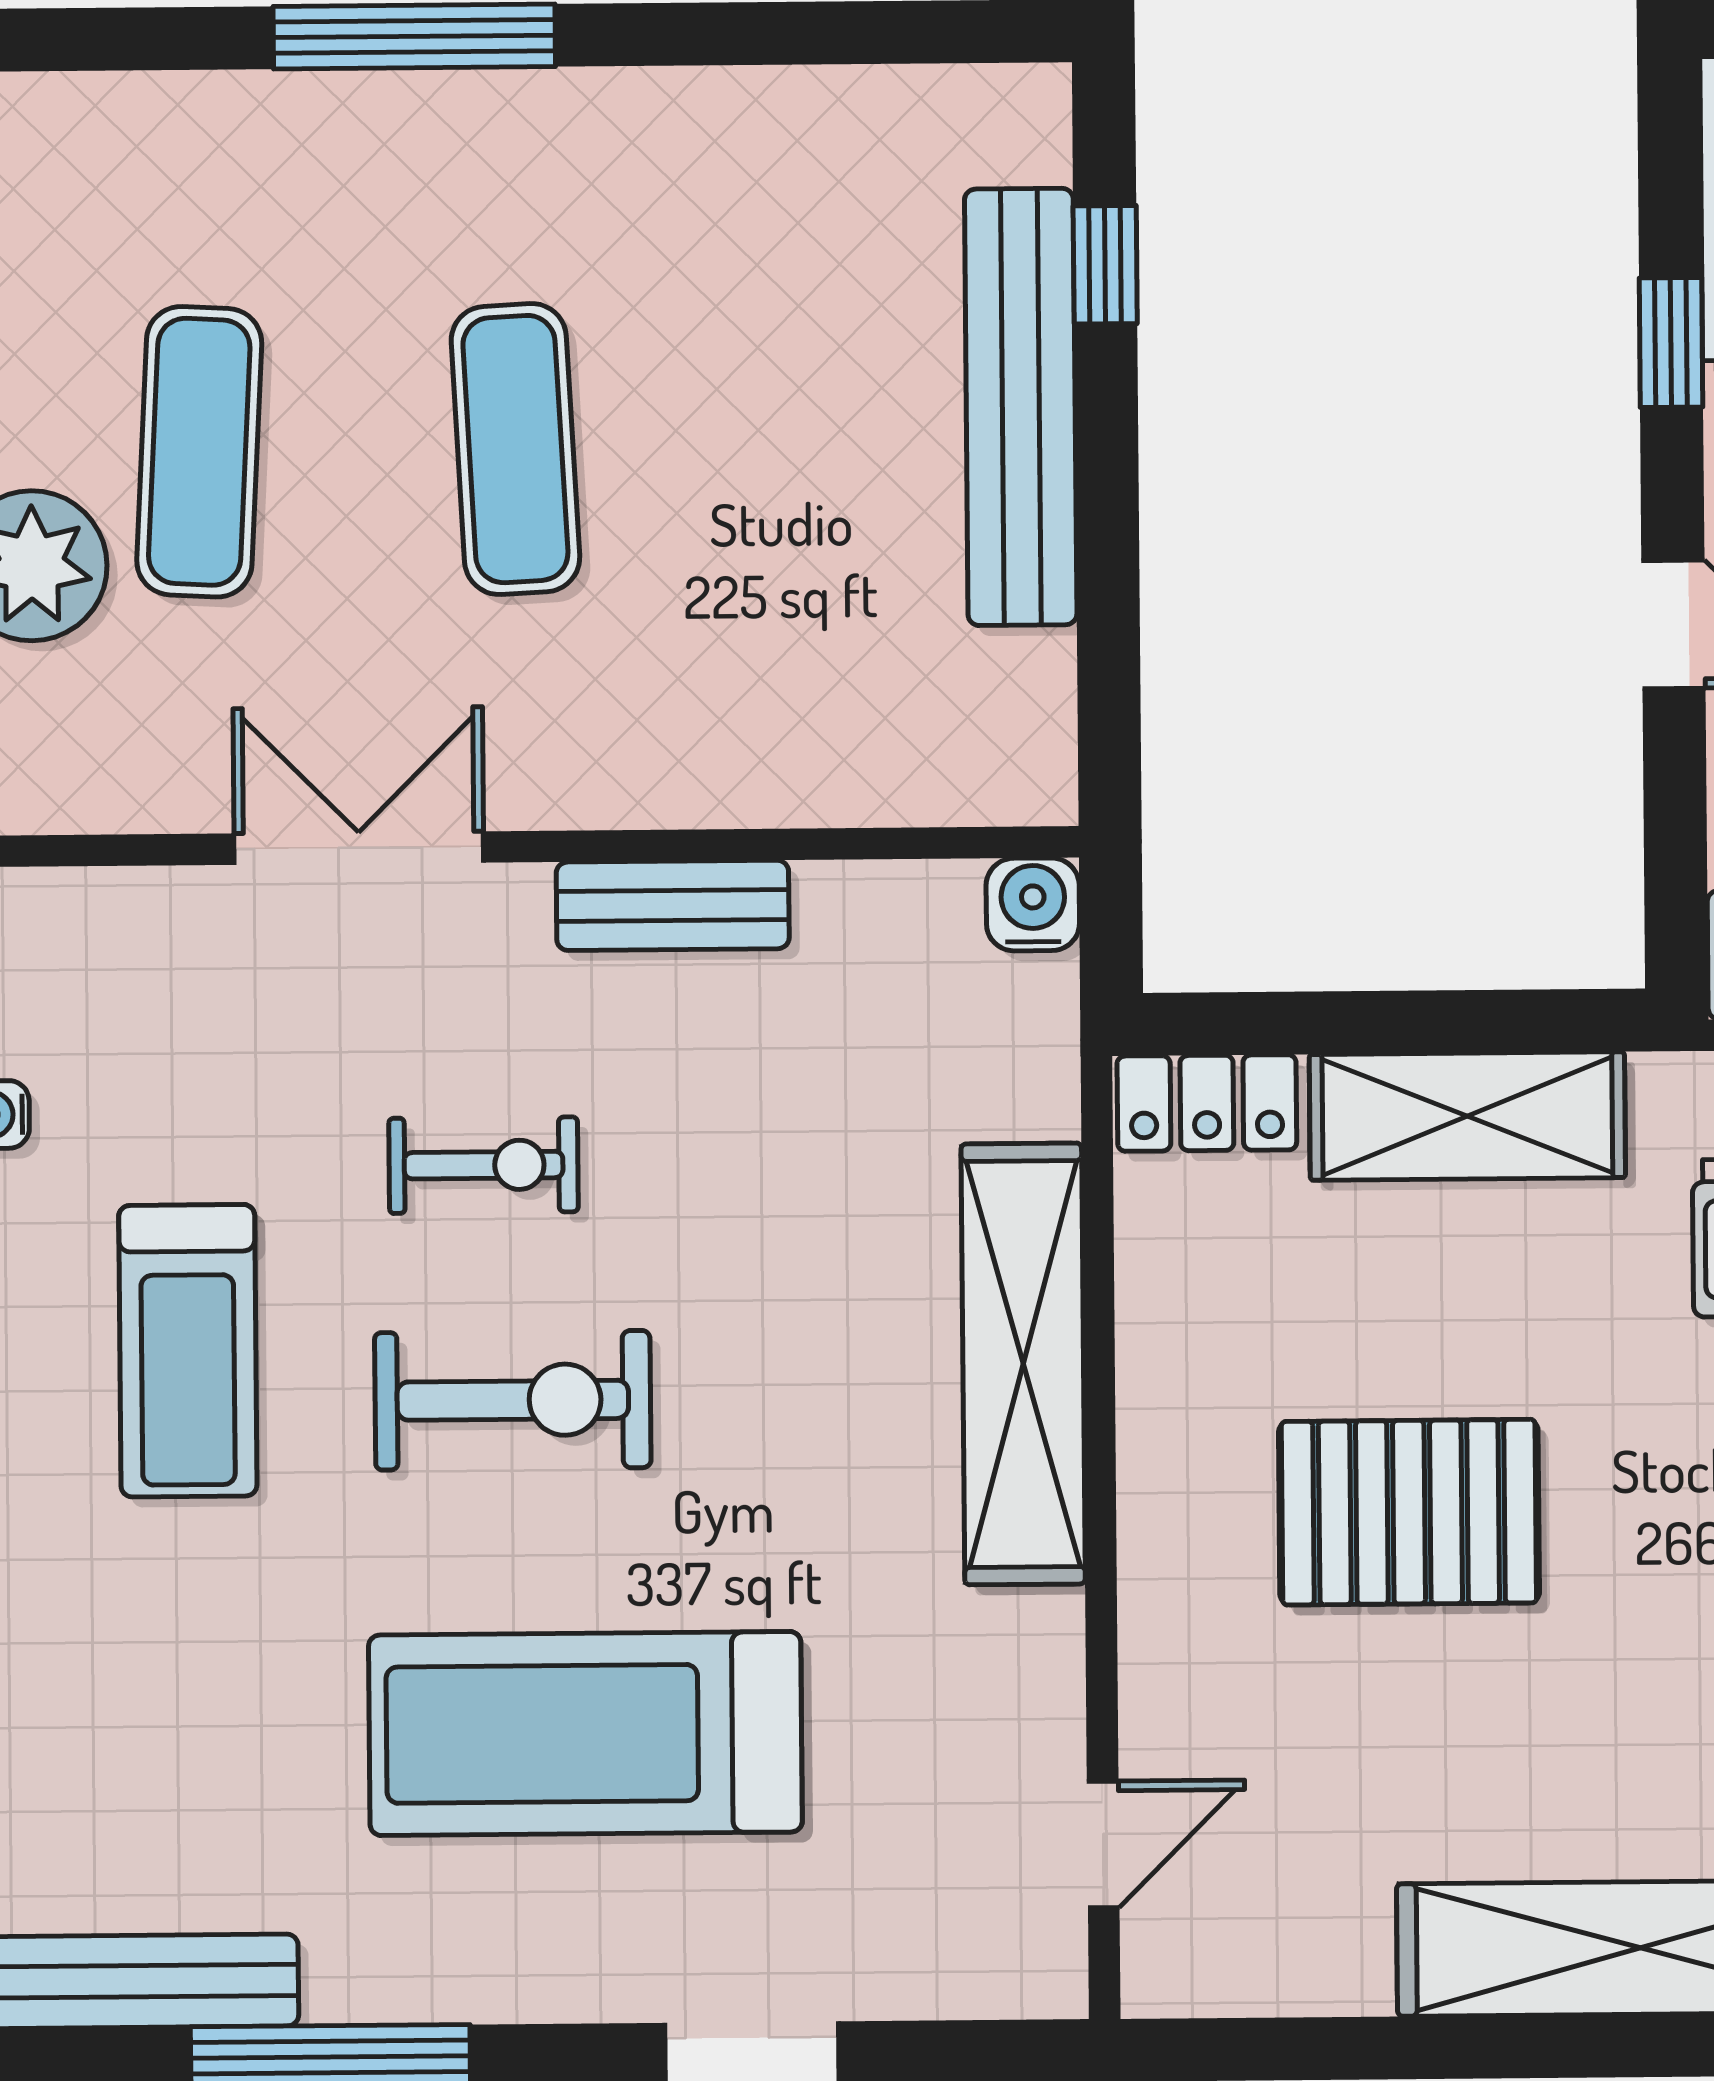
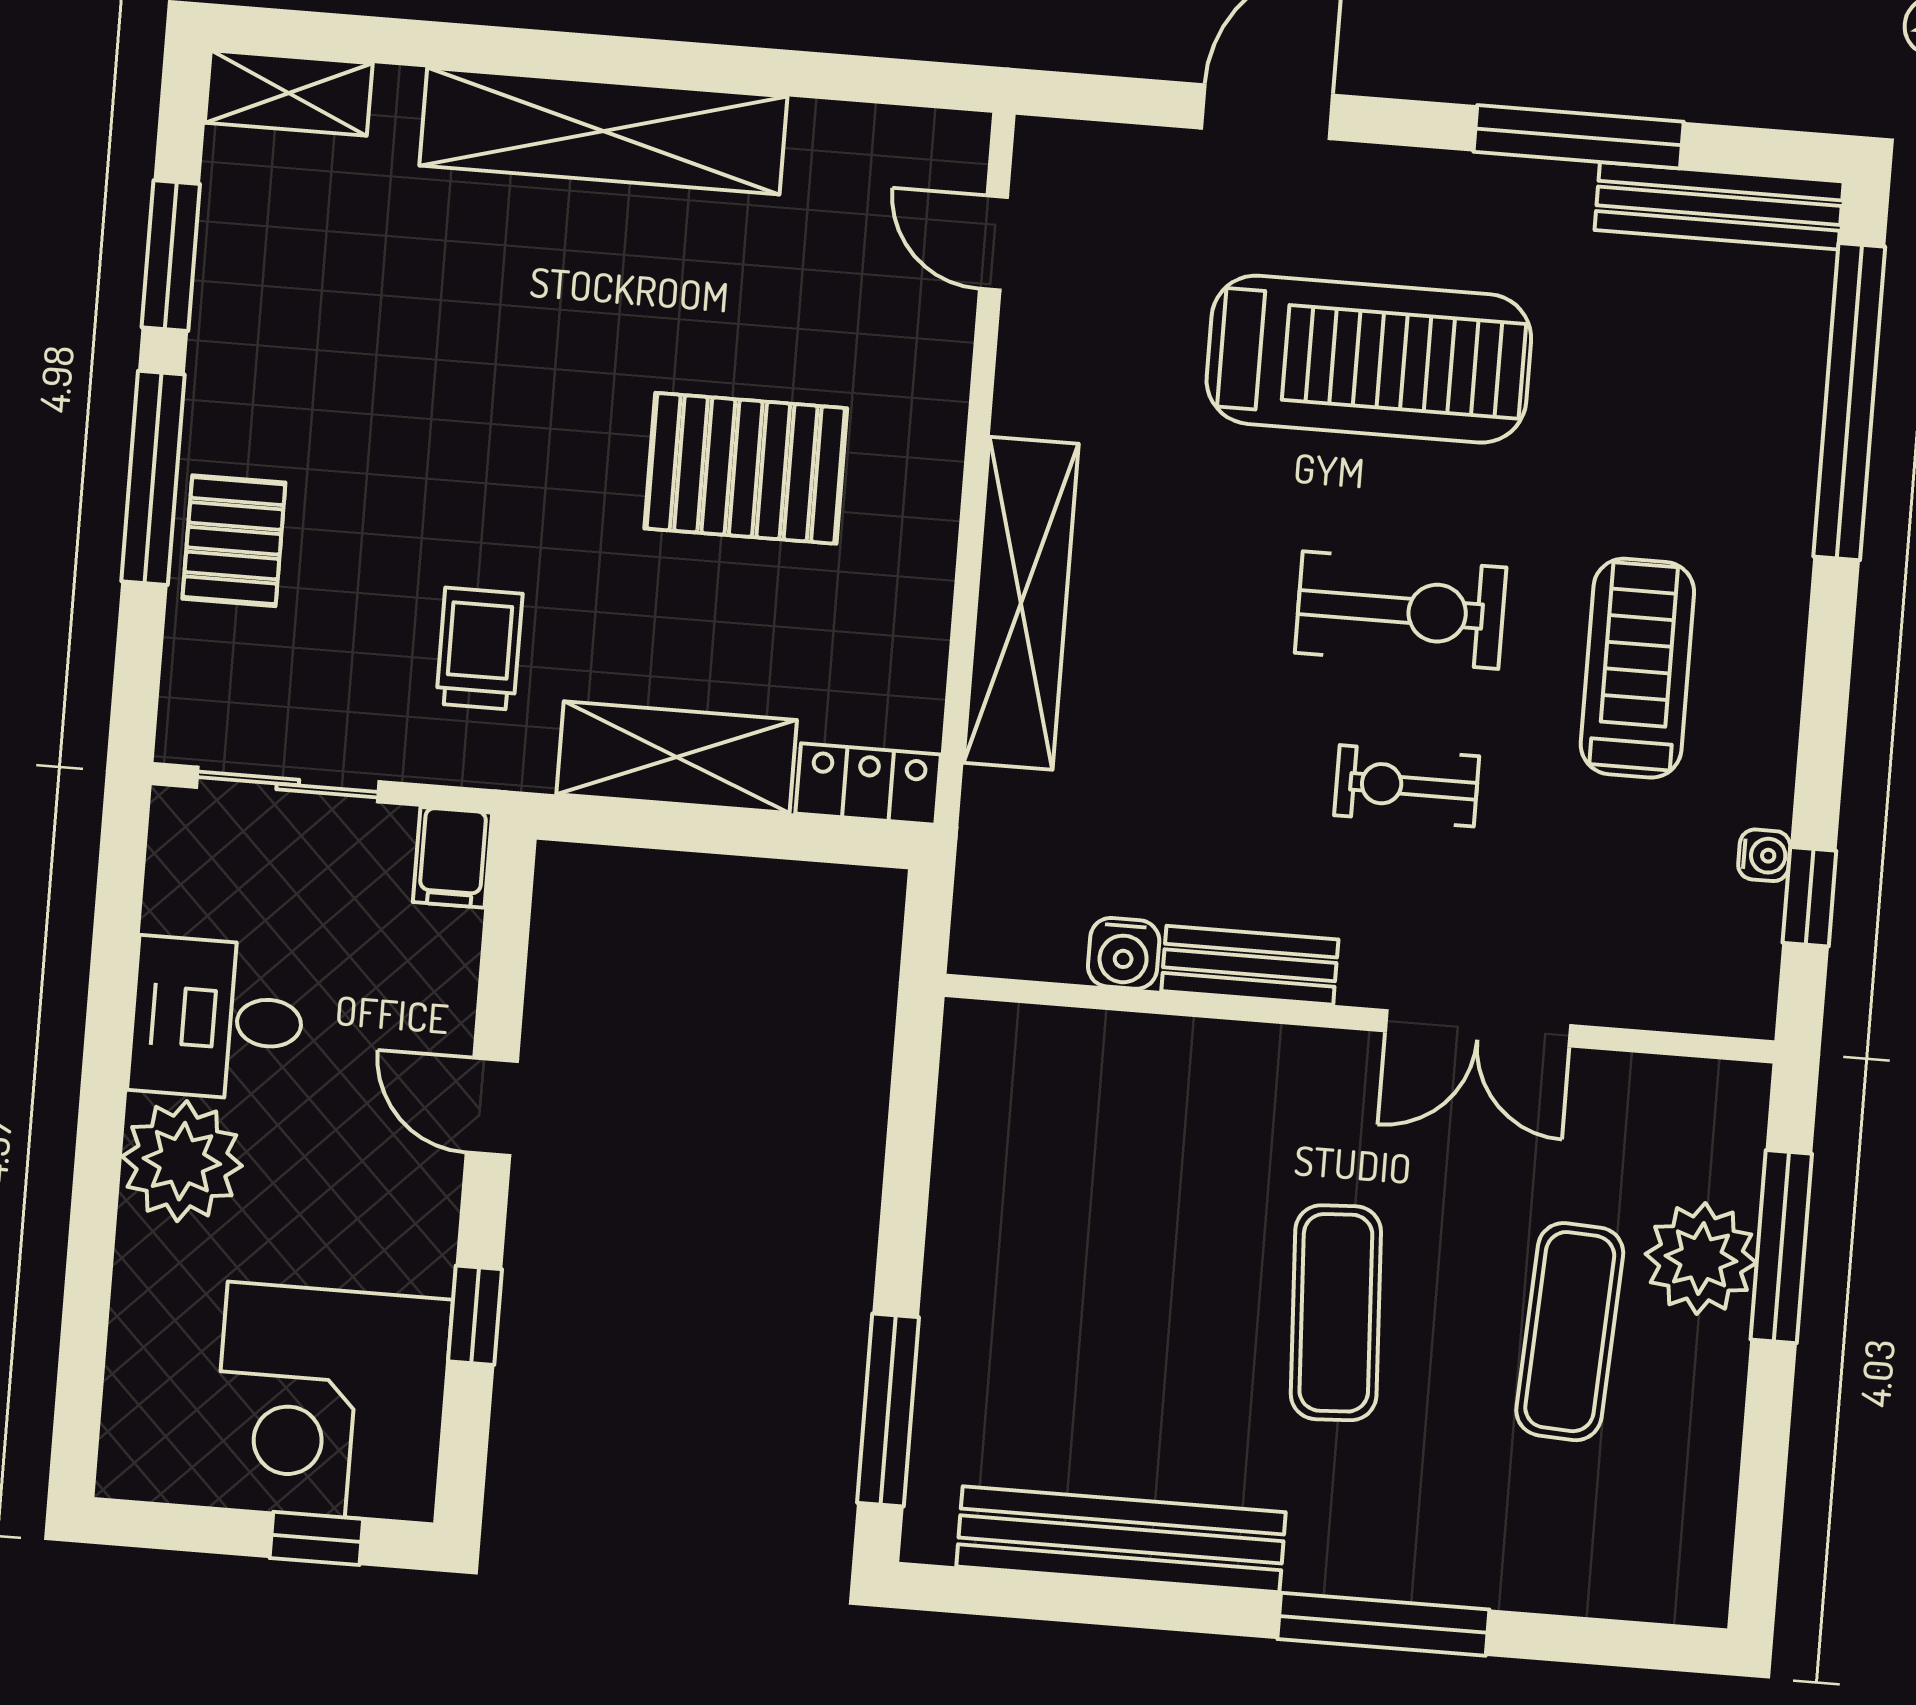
window: (1105, 265) -> (888, 1410), width x2.17
bench: (1021, 407) -> (1121, 1539), moved, turned 90
water cooler: (1033, 904) -> (1124, 953), moved
exercise bike: (513, 1400) -> (1401, 610), turned 180
door: (1103, 1844) -> (994, 243), hinge flipped

